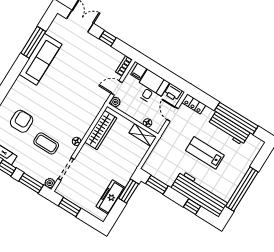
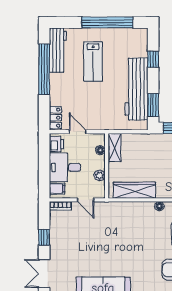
plant: (115, 102) -> (100, 175), moved
door: (173, 114) -> (78, 132), swing flipped
workbench: (229, 128) -> (58, 50), moved
lab bench: (205, 153) -> (93, 61), moved
workbench: (200, 194) -> (136, 89), moved

